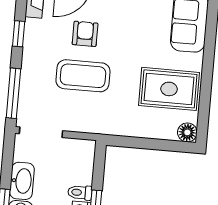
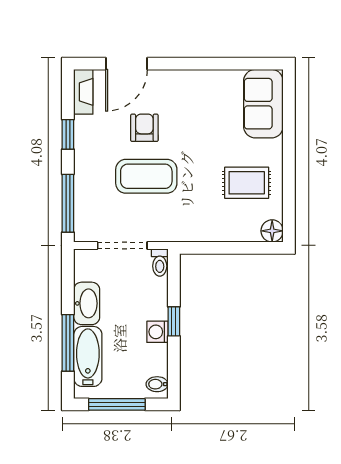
rug: (169, 89) -> (247, 183), width x0.73, depth x0.70
doorway: (41, 132) -> (122, 245), moved
toilet: (80, 193) -> (160, 263), moved, turned -90

